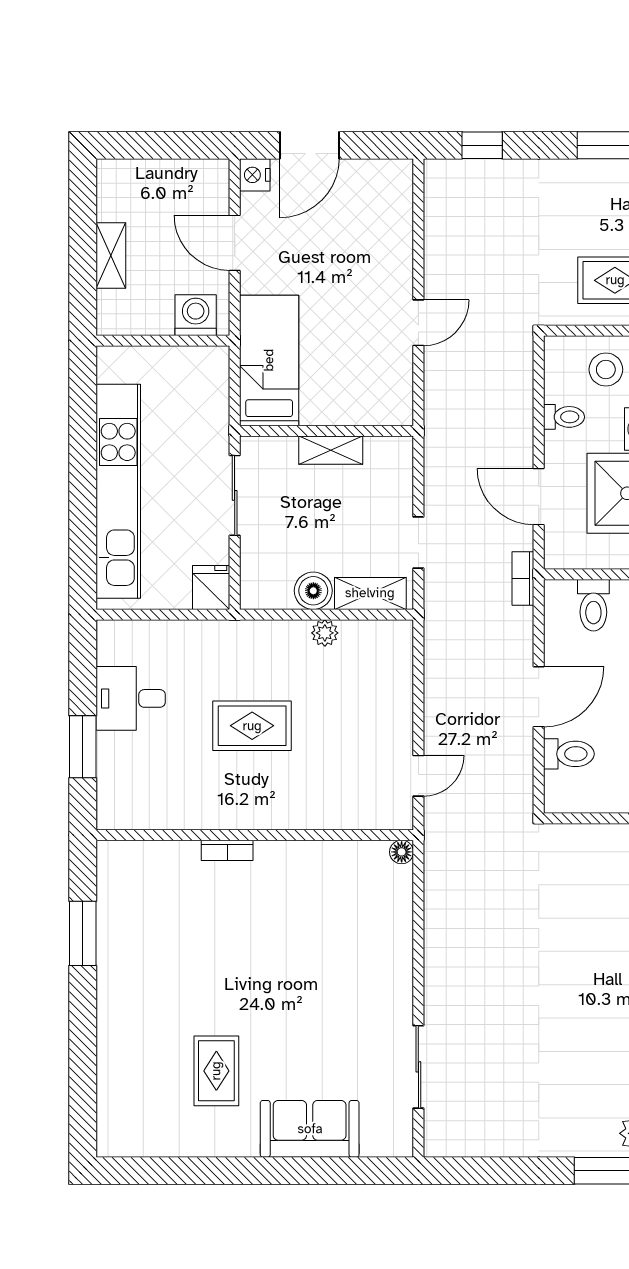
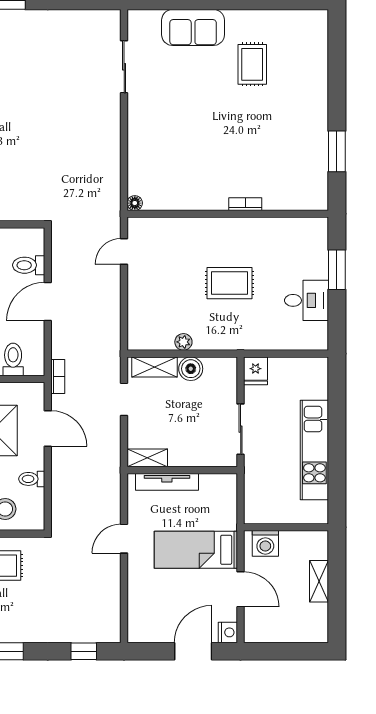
bed: (269, 360) -> (196, 550), moved, turned 90
tv unit: (351, 412) -> (167, 482), added
shelving: (331, 450) -> (147, 458), moved
kitchen unit: (118, 491) -> (314, 450), width x0.73

